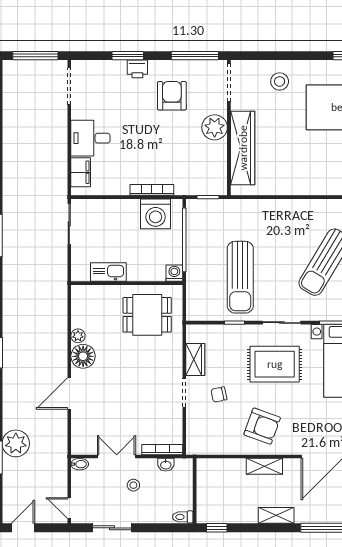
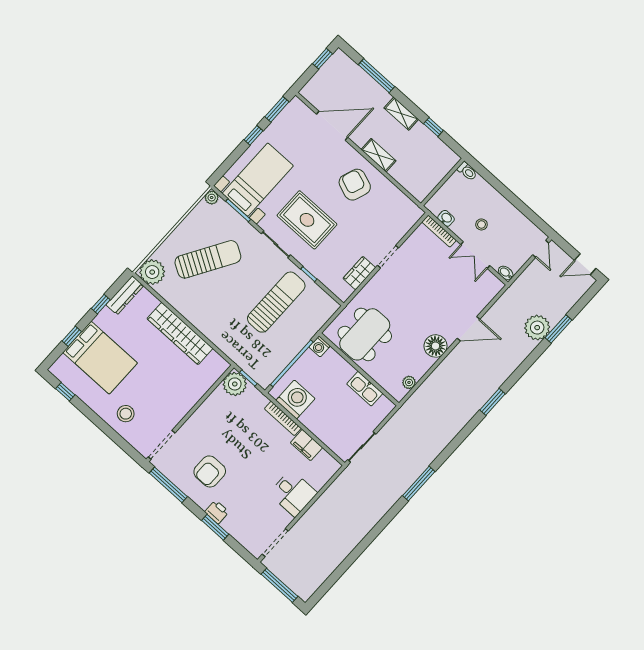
plant: (215, 127) -> (235, 384), moved
wardrobe: (243, 148) -> (180, 333), moved, turned -90
filing cabinet: (81, 172) -> (306, 445), moved, turned -90
dining table: (147, 315) -> (365, 334), width x1.38
plant: (78, 336) -> (409, 382), moved
chair: (219, 395) -> (365, 234), removed
sliding door: (112, 528) -> (523, 208), removed
window: (217, 528) -> (433, 127), moved

